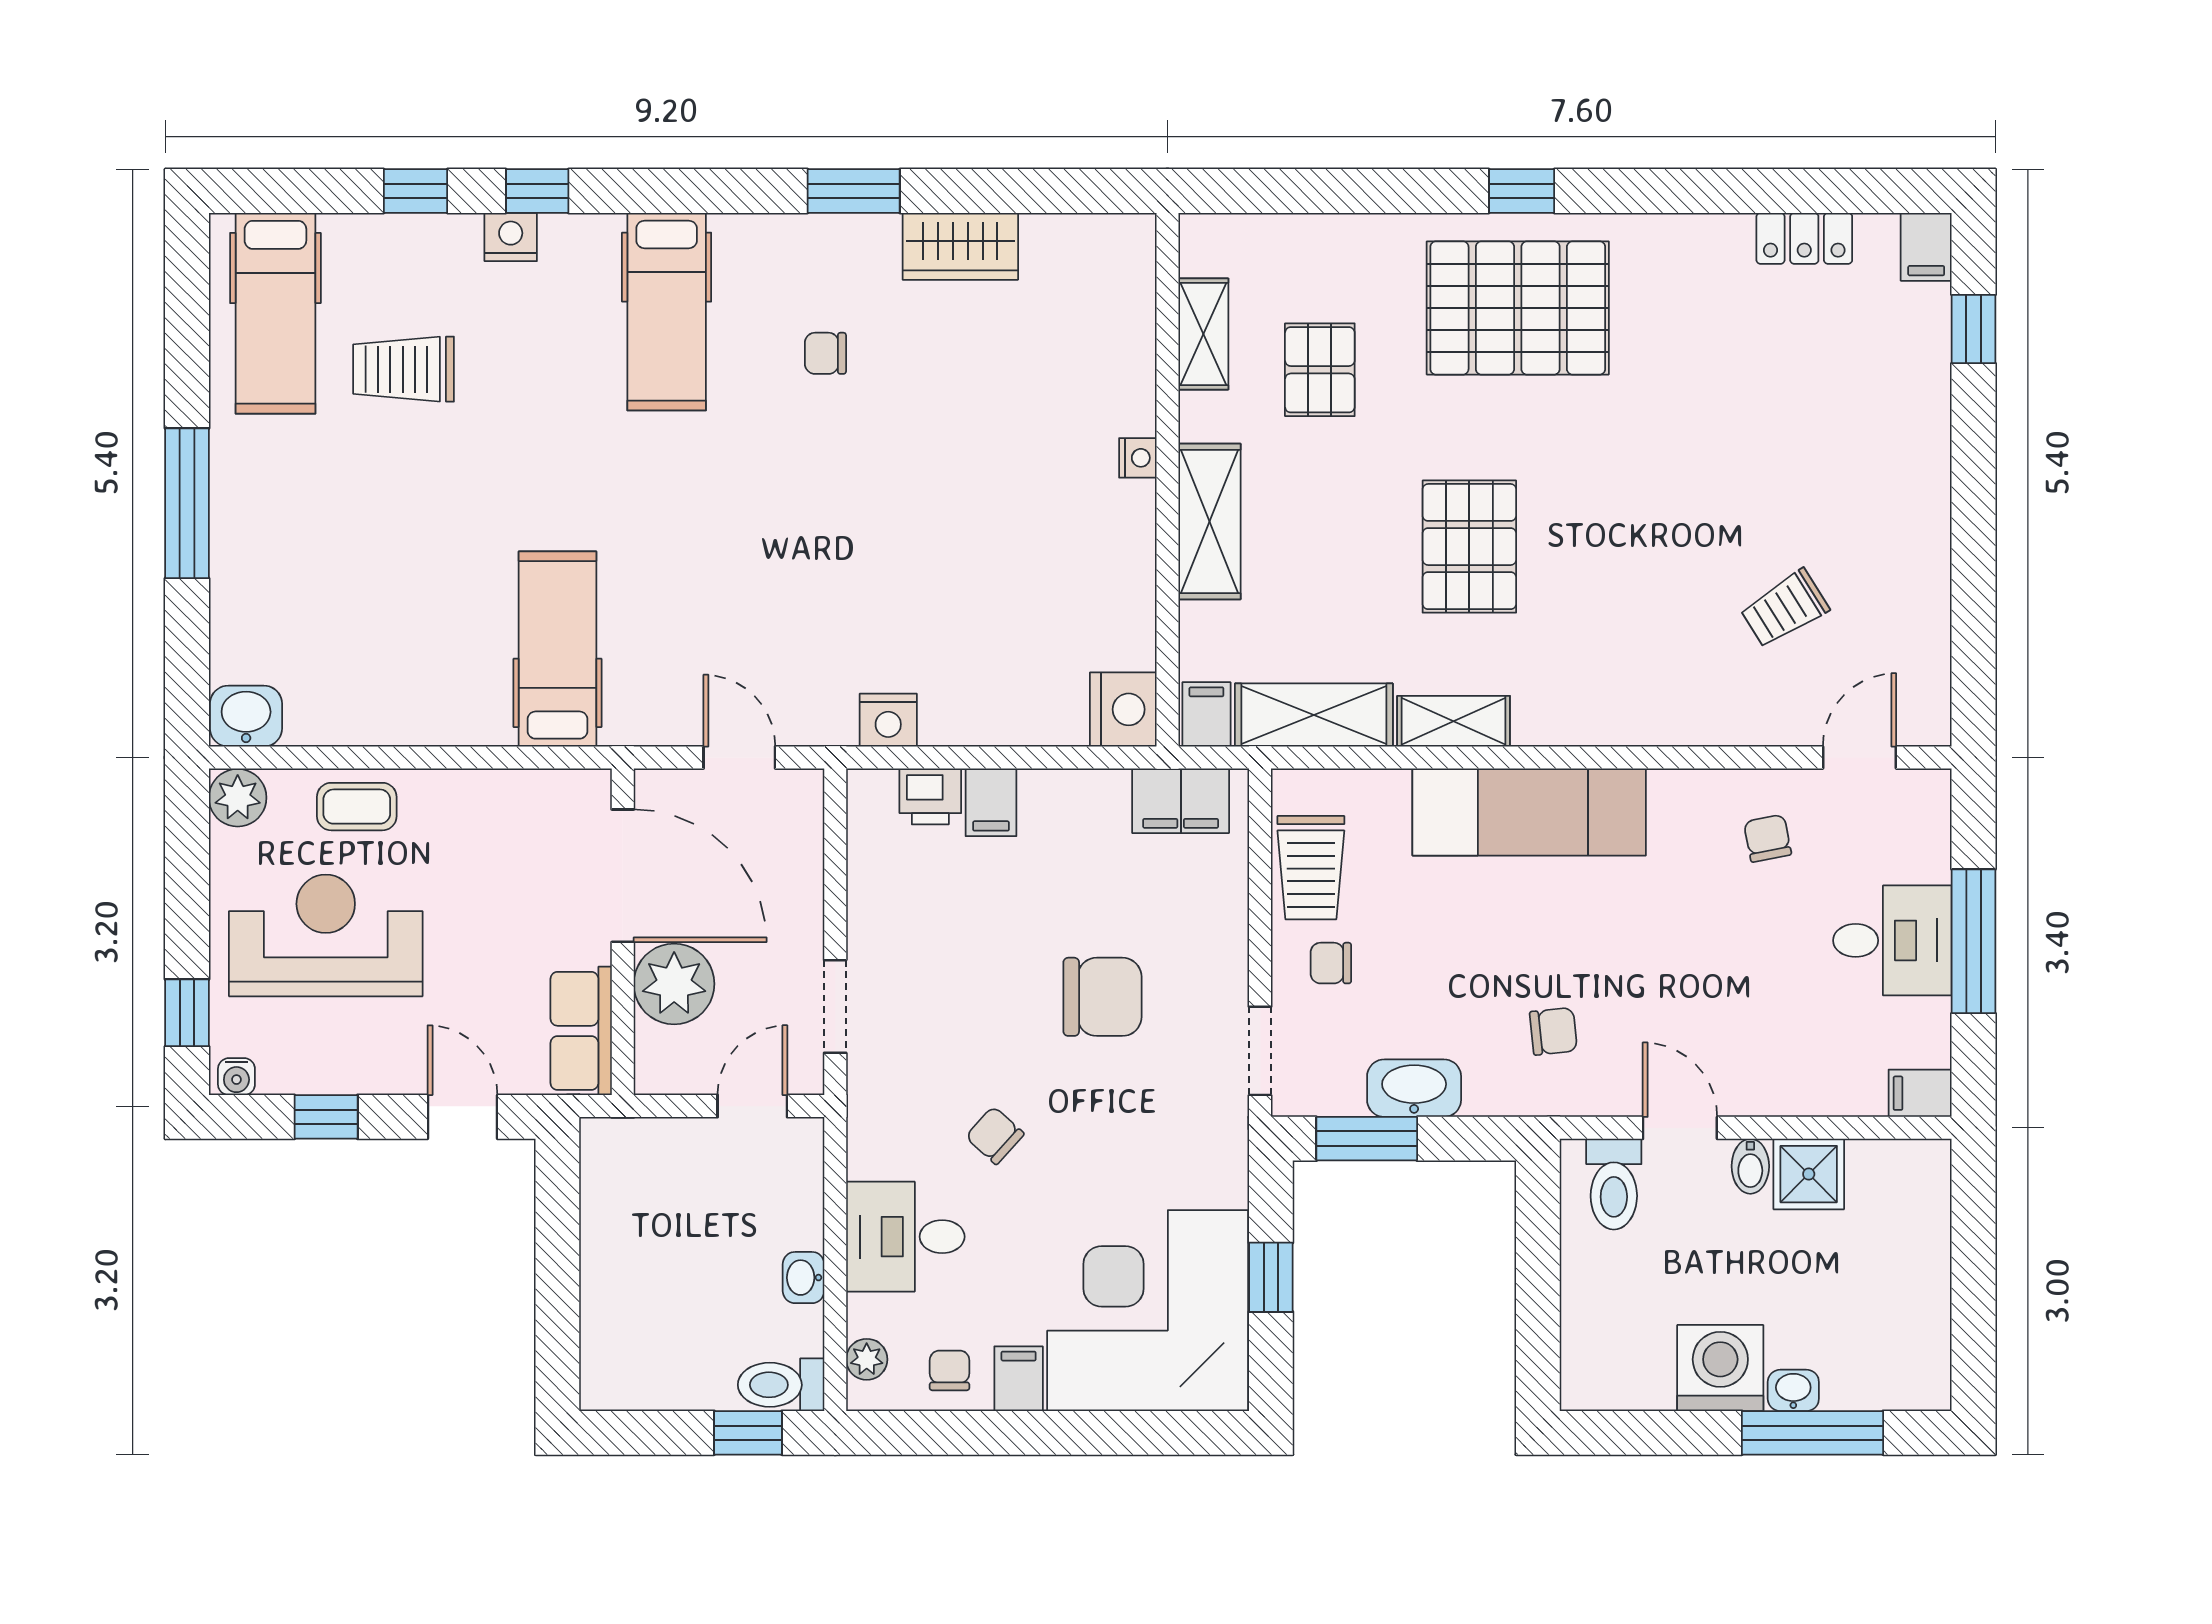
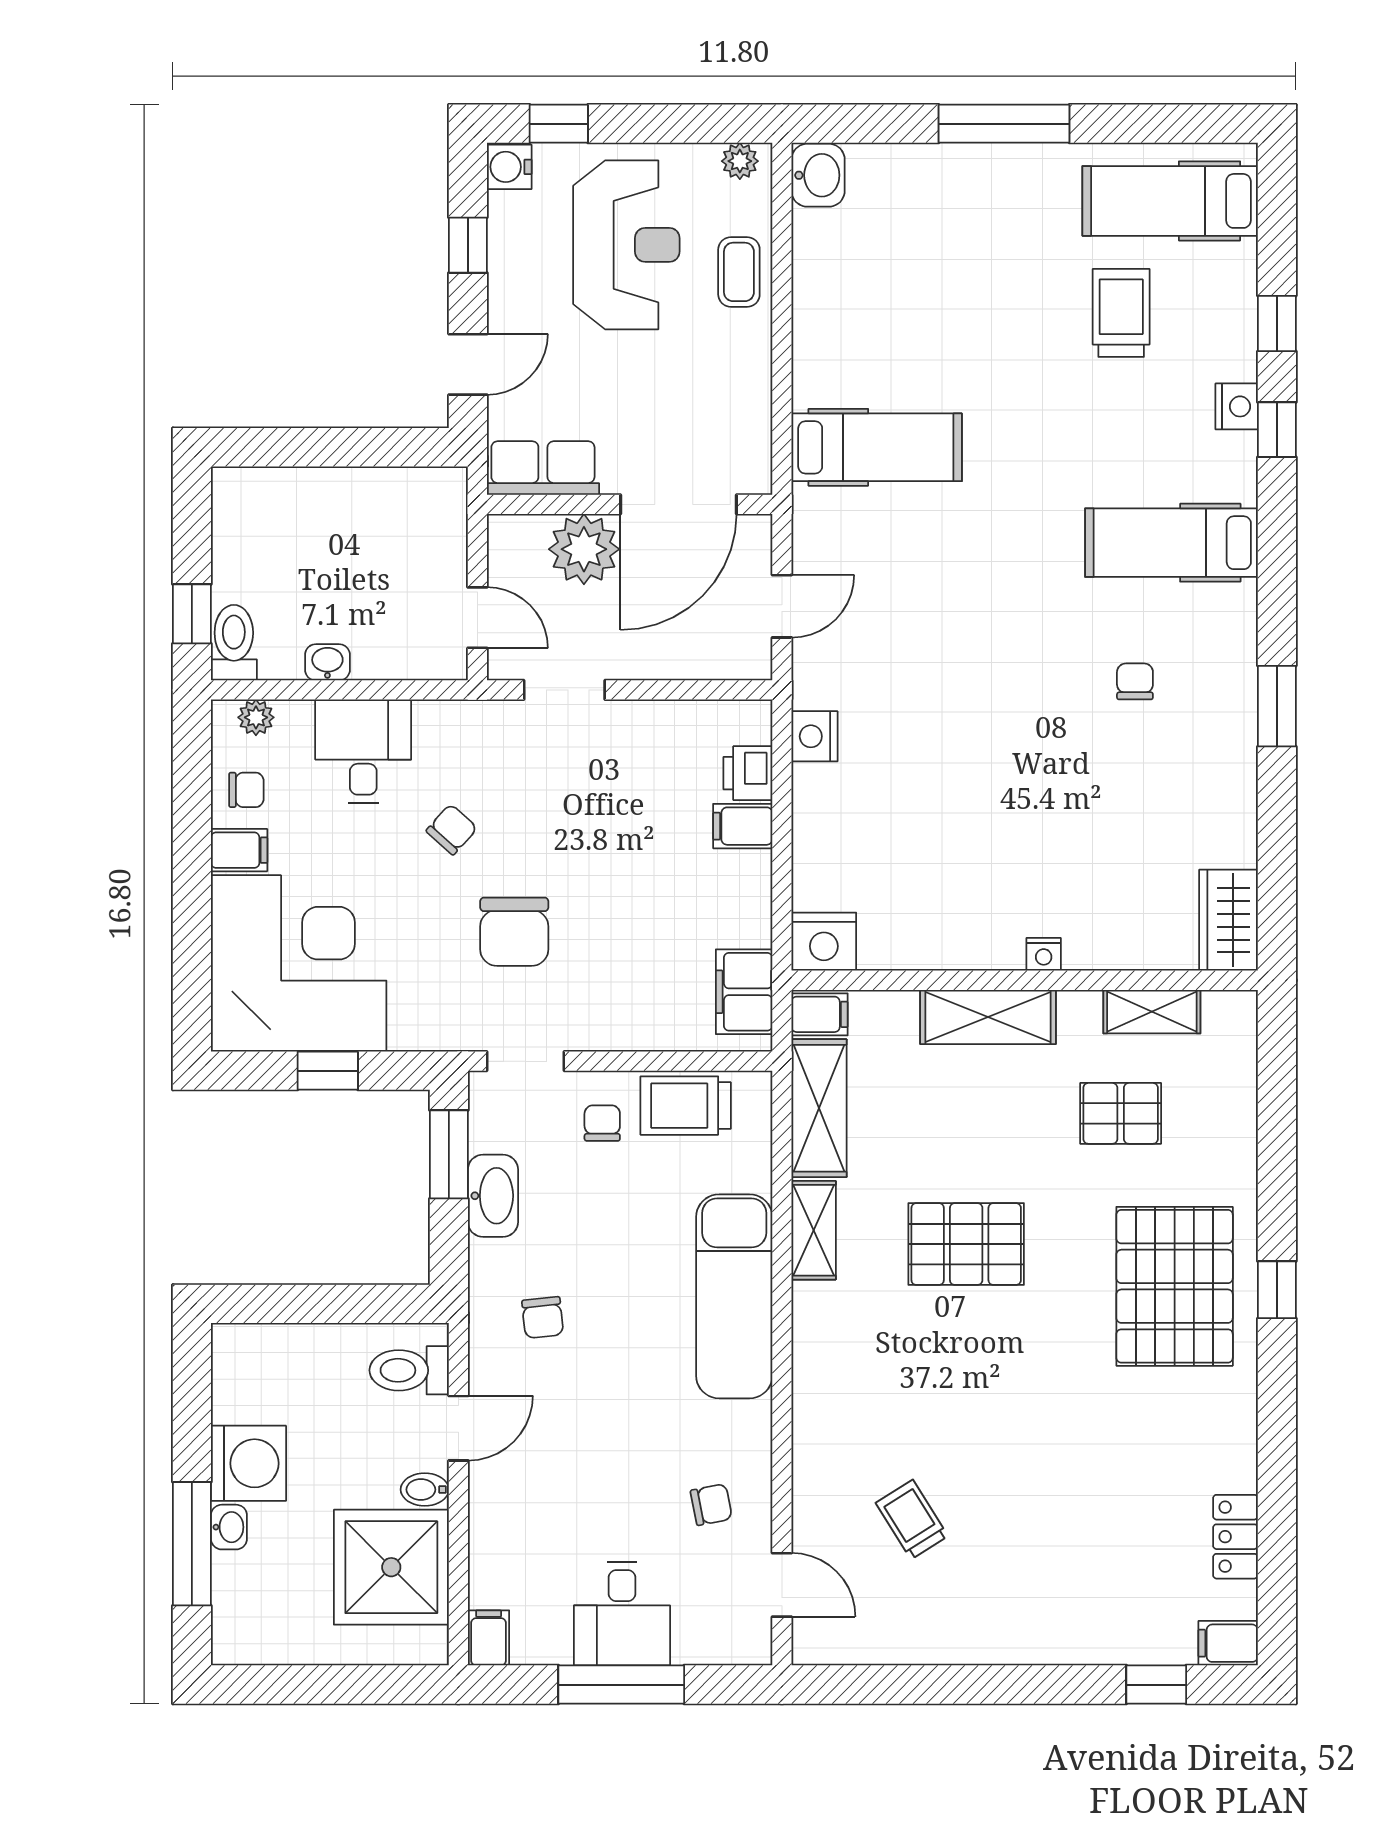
wardrobe: (960, 246) -> (1229, 920), moved
plant: (238, 798) -> (740, 161), width x0.73, depth x0.73
chair: (1102, 997) -> (514, 932), moved
water cooler: (236, 1077) -> (509, 167), width x1.38, depth x1.38
shower: (1809, 1174) -> (391, 1567), width x1.86, depth x1.86

